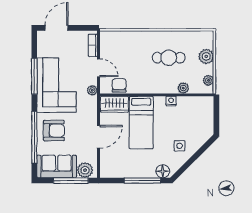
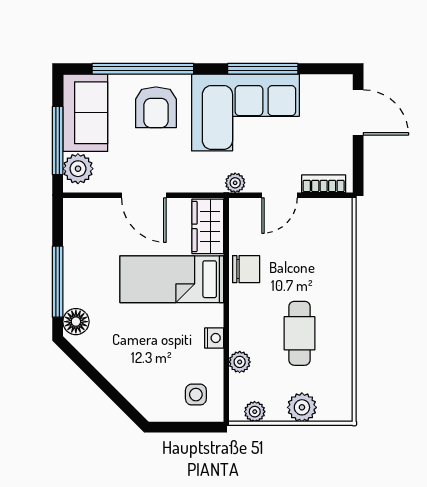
chair: (119, 85) -> (246, 269), moved
side table: (179, 146) -> (196, 395), moved

